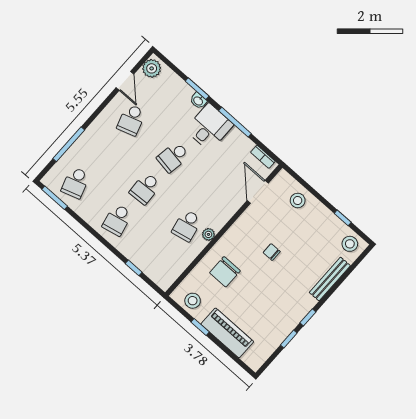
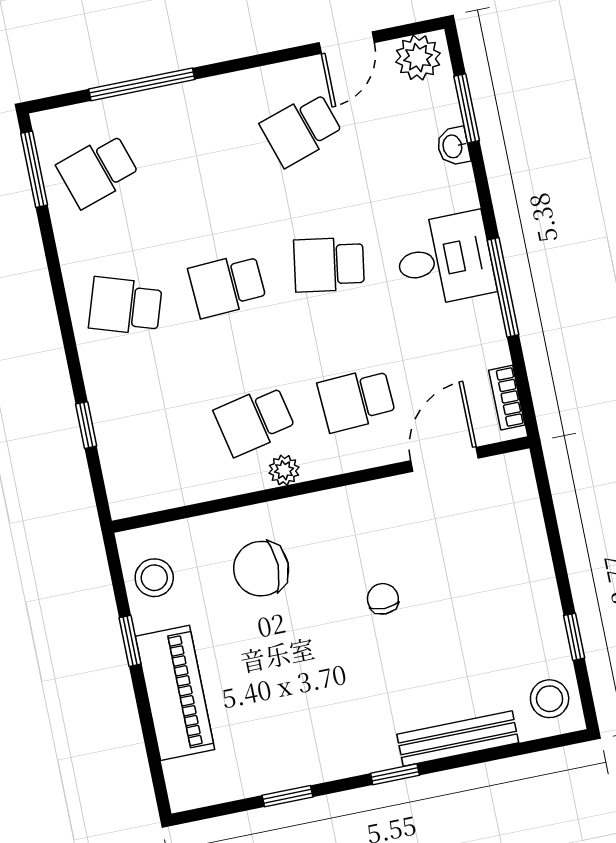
window: (197, 89) -> (467, 108), moved
washbasin: (198, 101) -> (453, 146), moved
school desk: (215, 194) -> (356, 400), added
stool: (298, 200) -> (511, 536), removed
school desk: (117, 220) -> (125, 306), turned 30
window: (308, 317) -> (395, 774), moved

